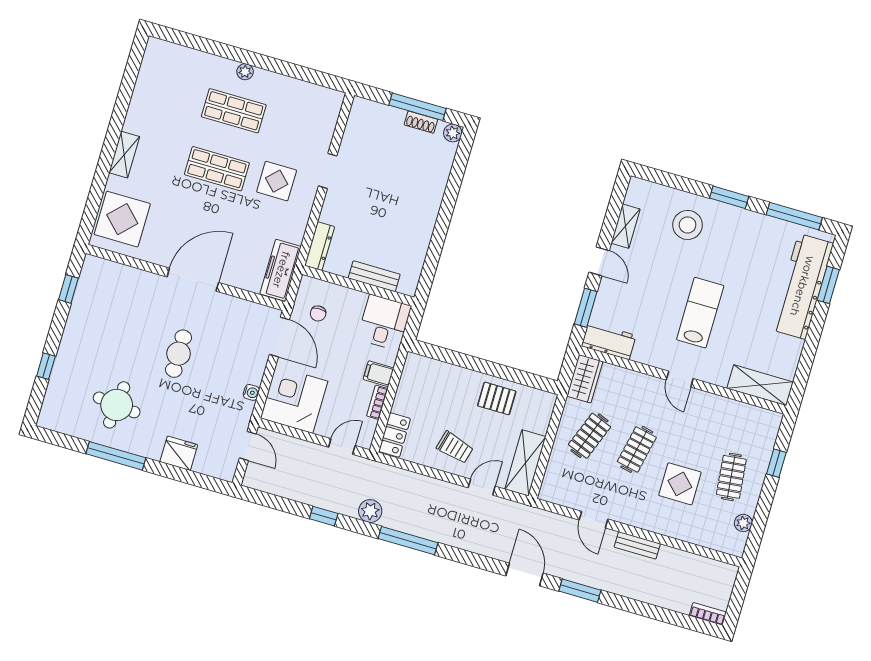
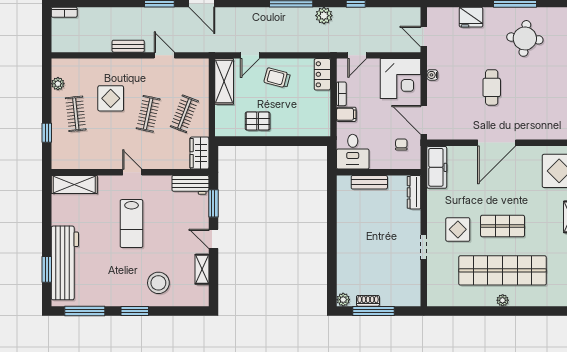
shop shelf: (234, 111) -> (503, 270), width x2.00, depth x1.36

